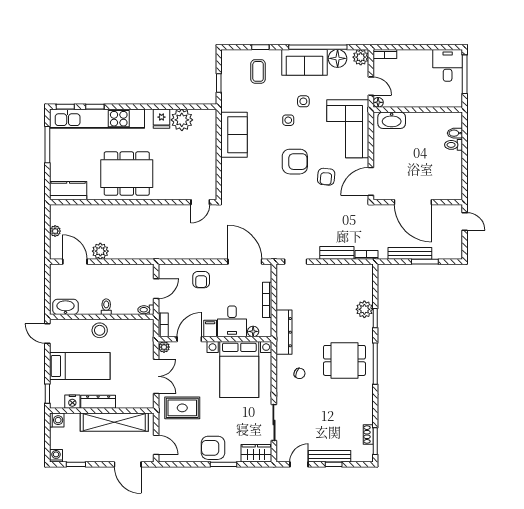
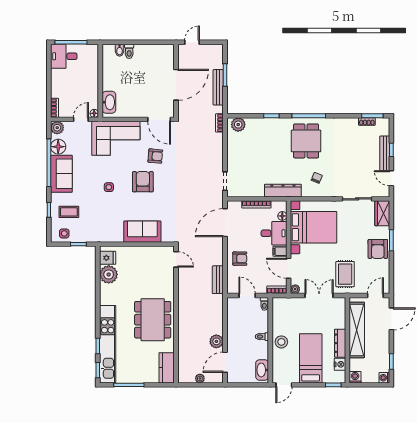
side table: (303, 101) -> (64, 233), moved
fridge: (162, 119) -> (108, 258), moved
sofa: (234, 135) -> (142, 232), moved
bench: (337, 253) -> (218, 280), moved
plant: (364, 309) -> (238, 125), moved

